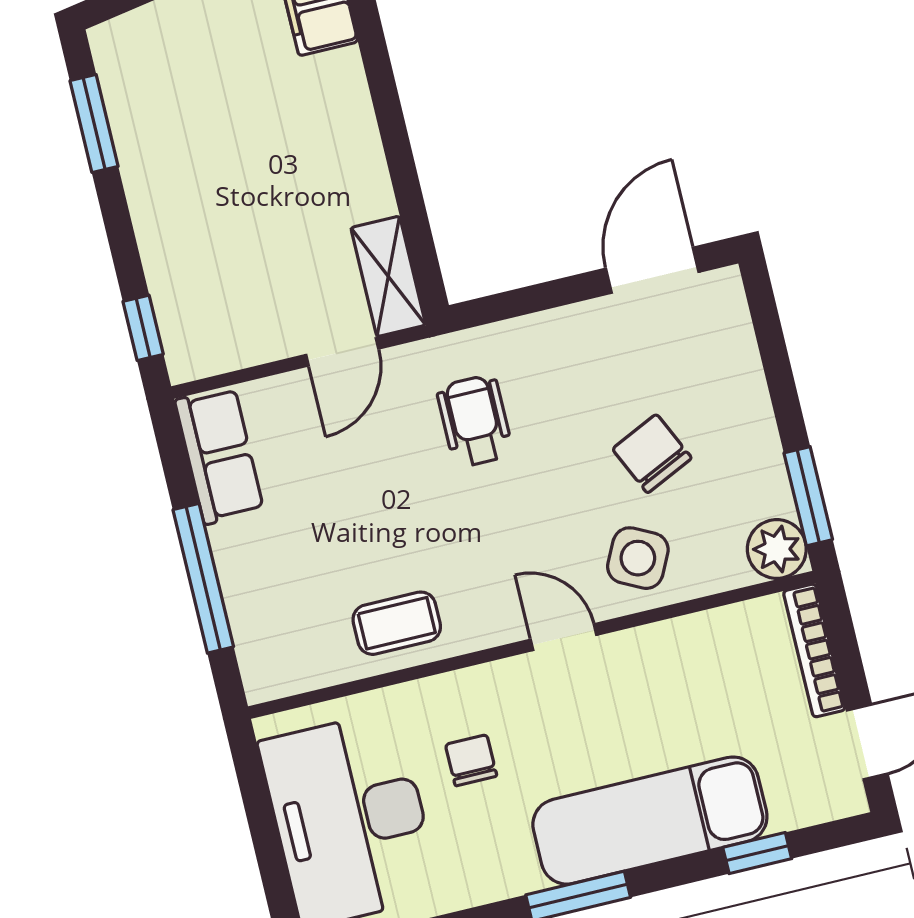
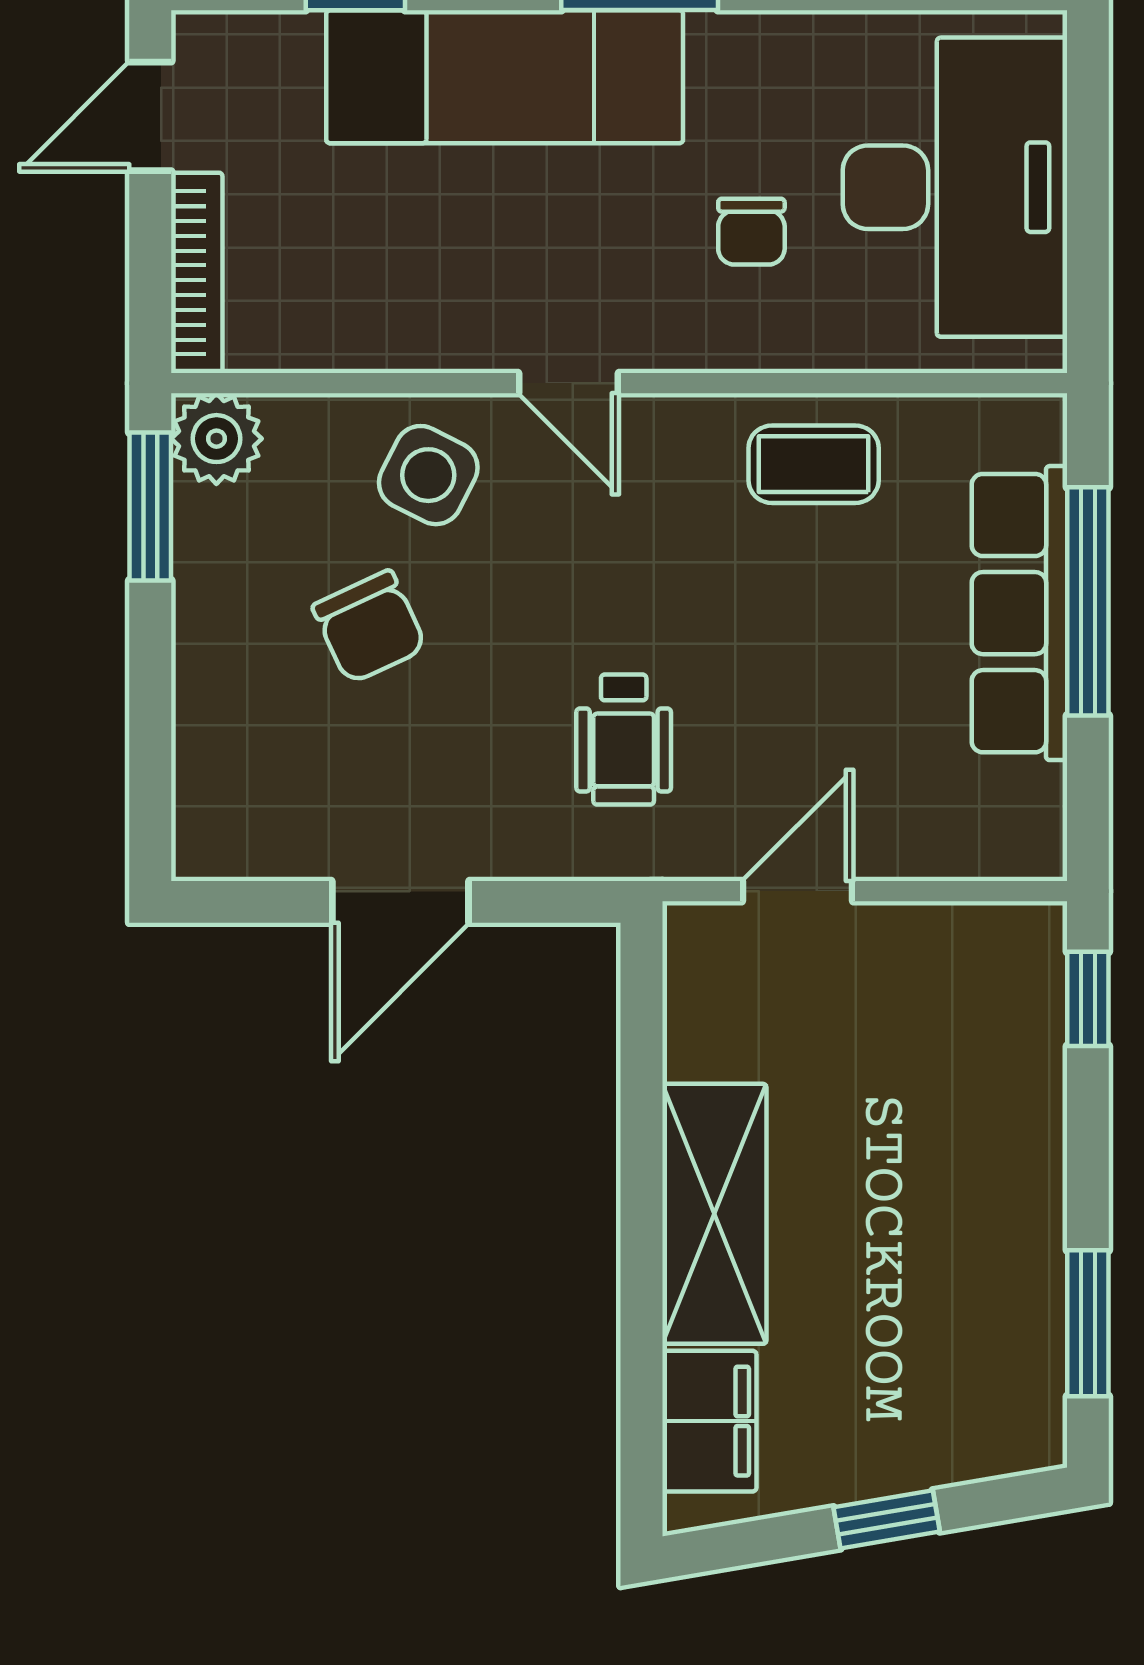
door: (652, 270) -> (400, 902), moved
shelving: (388, 276) -> (714, 1214), moved, width x1.50, depth x1.33
row of seats: (219, 455) -> (1019, 613), moved, width x1.48

